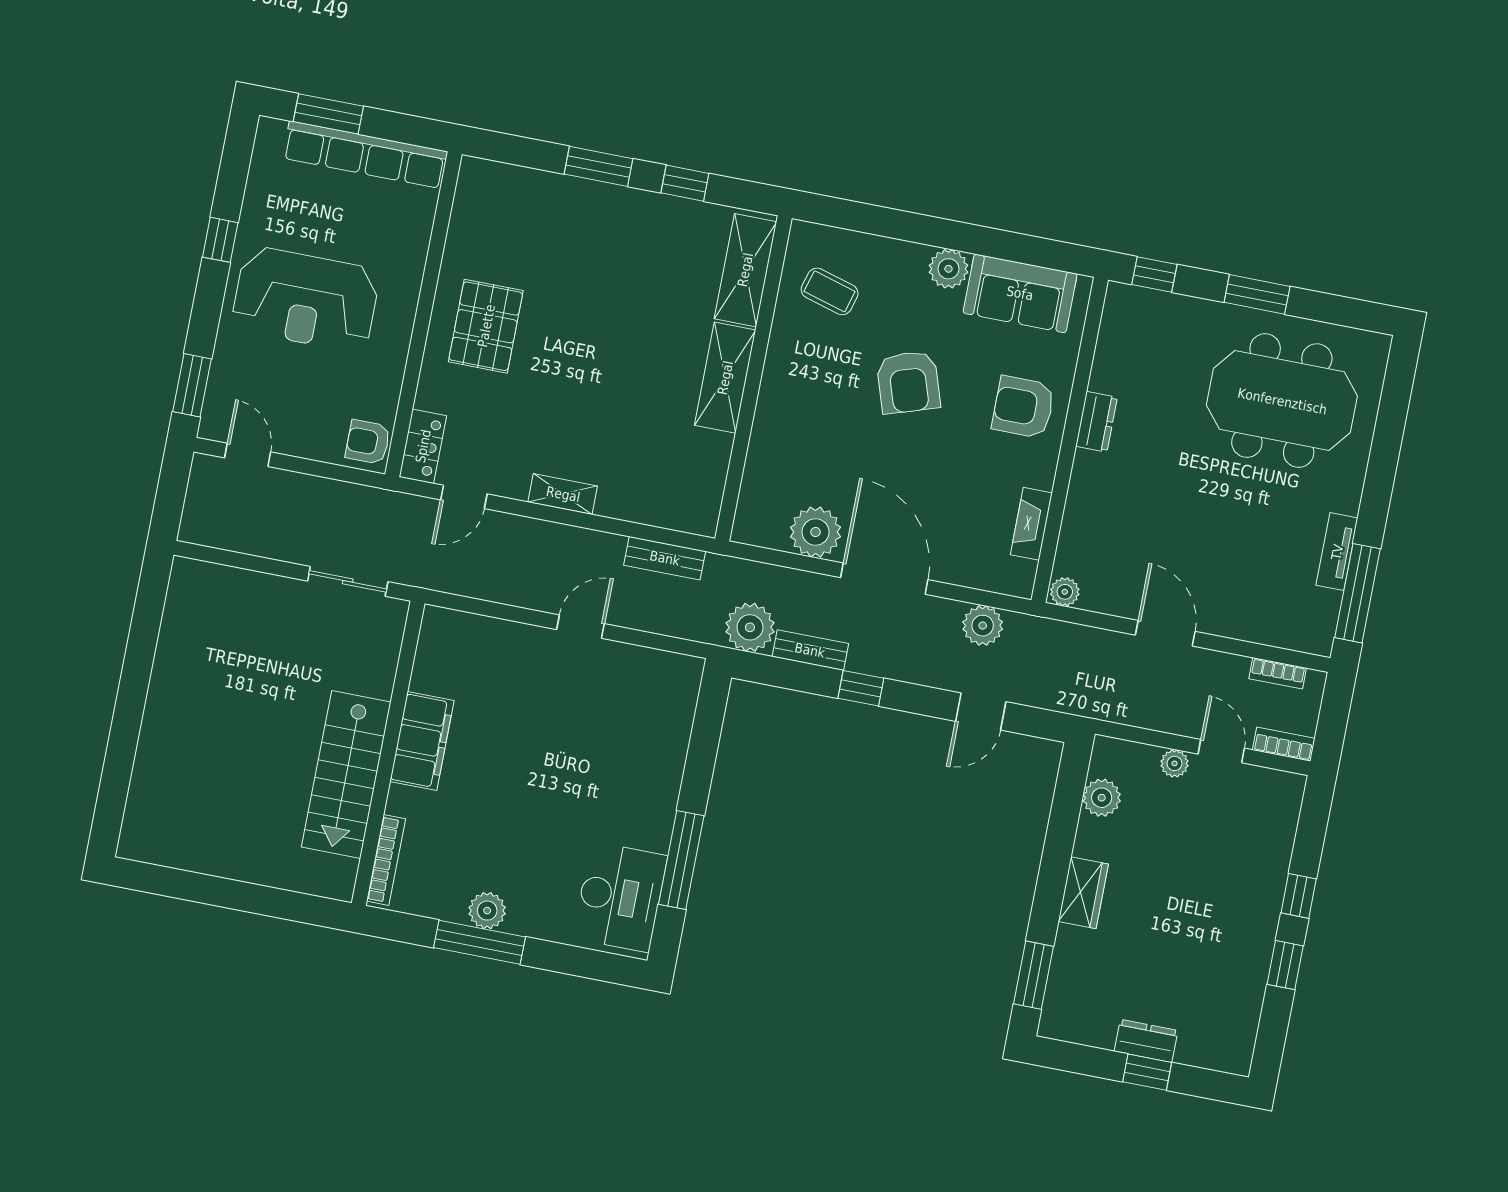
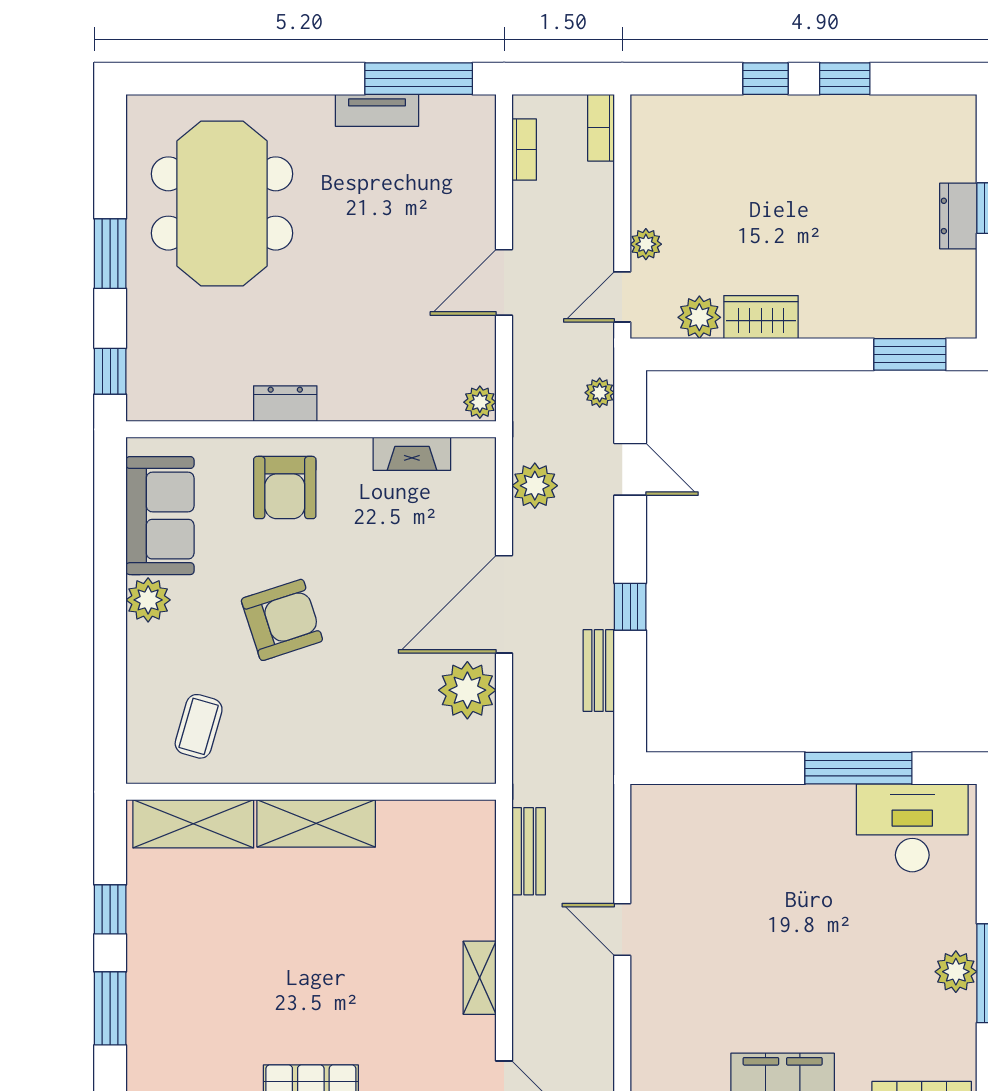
plant: (750, 627) -> (600, 393), moved, width x0.53, depth x0.53
door: (1221, 751) -> (622, 297), moved
wardrobe: (1083, 893) -> (761, 317), moved

